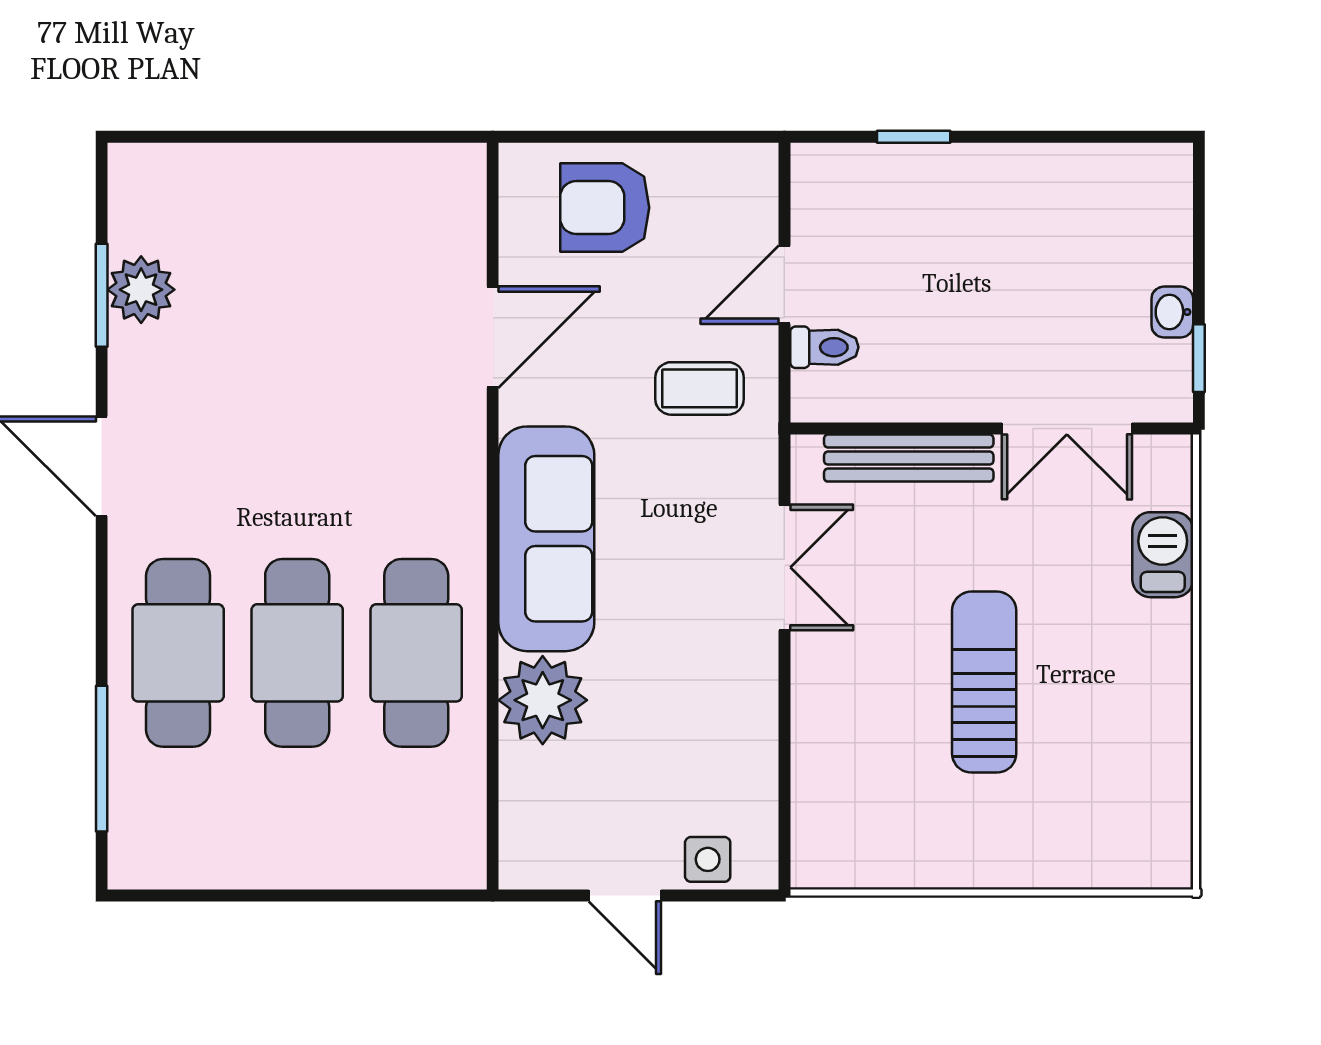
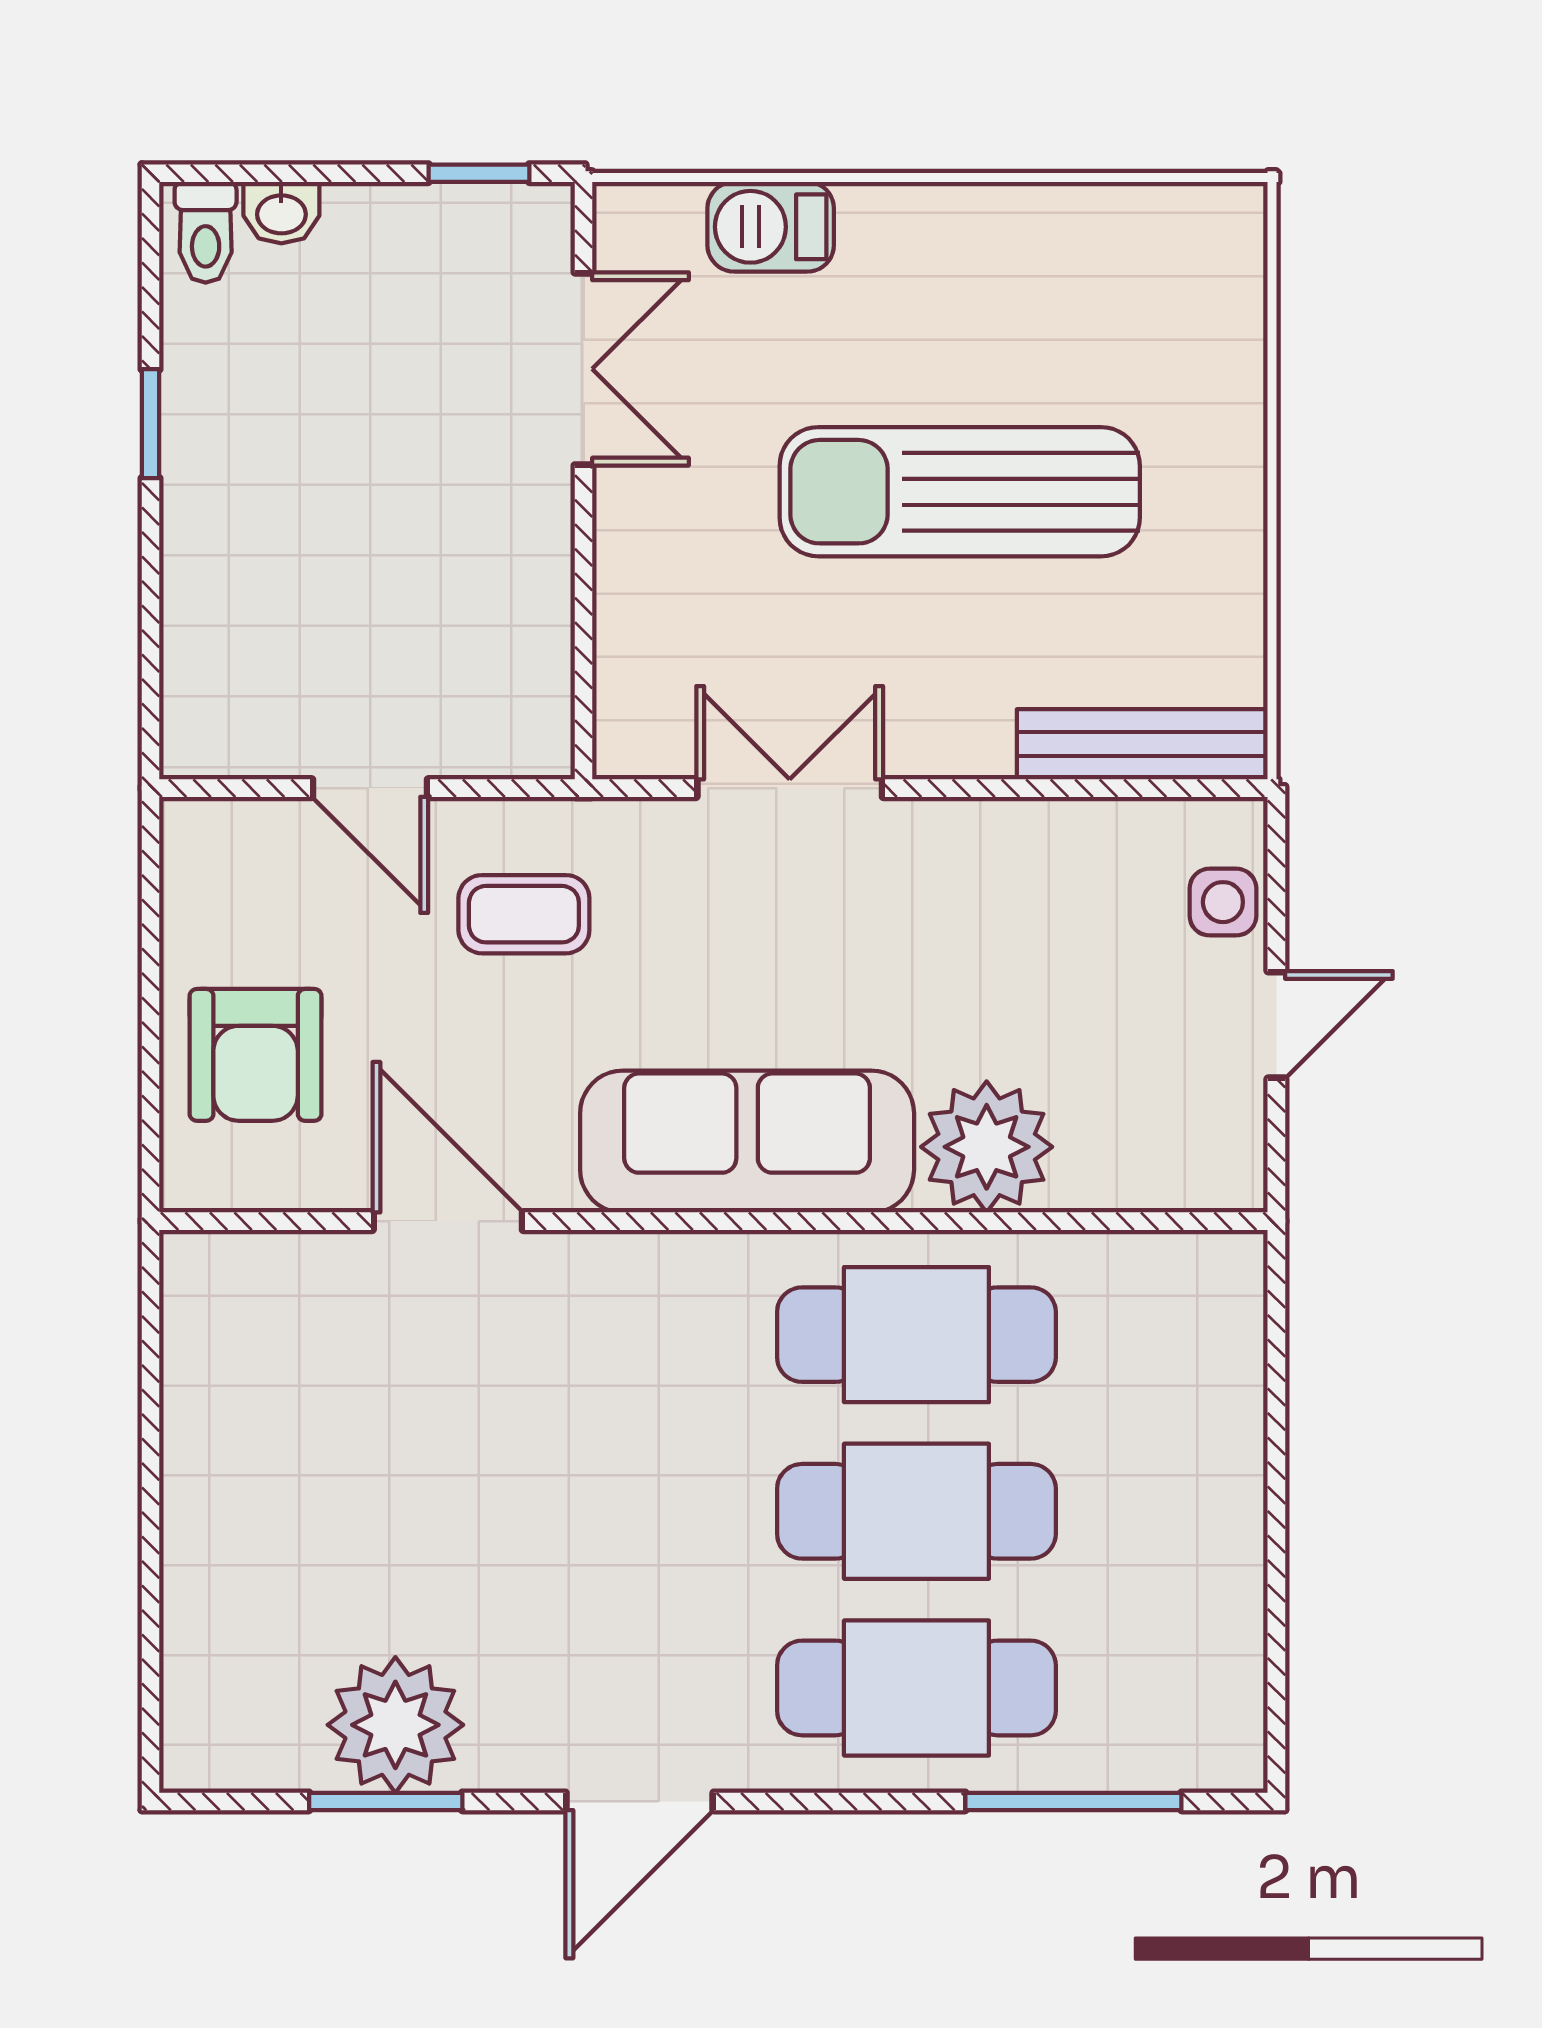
window: (914, 137) -> (150, 424), moved
plant: (141, 290) -> (395, 1725), width x1.36, depth x1.36
washbasin: (1172, 312) -> (281, 213), moved
toilet: (824, 347) -> (206, 232), moved, turned 180
coffee table: (700, 388) -> (524, 914), turned 90
bench: (909, 458) -> (1142, 744), moved, turned 90
sun lounger: (984, 682) -> (960, 492), width x1.36, depth x1.34

